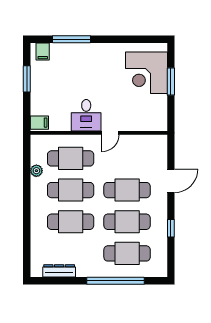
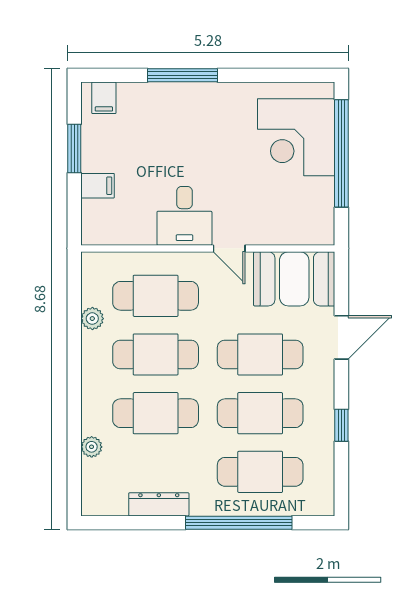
window: (71, 39) -> (182, 75), moved
window: (171, 82) -> (341, 153), width x2.11
filing cabinet: (39, 123) -> (98, 186), moved
door: (110, 133) -> (229, 248), hinge flipped
booth: (145, 149) -> (294, 279), added
plant: (36, 240) -> (92, 447), added
dresser: (59, 271) -> (159, 504), moved

